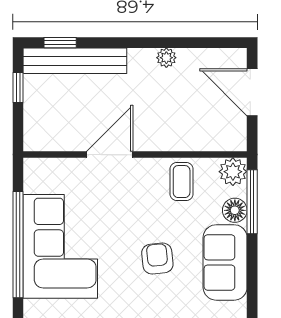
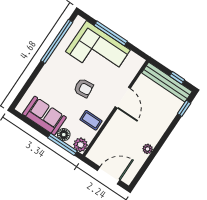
bench: (75, 61) -> (167, 82), moved, turned 90
window: (18, 245) -> (111, 33), width x0.68
armchair: (157, 259) -> (83, 88), moved

